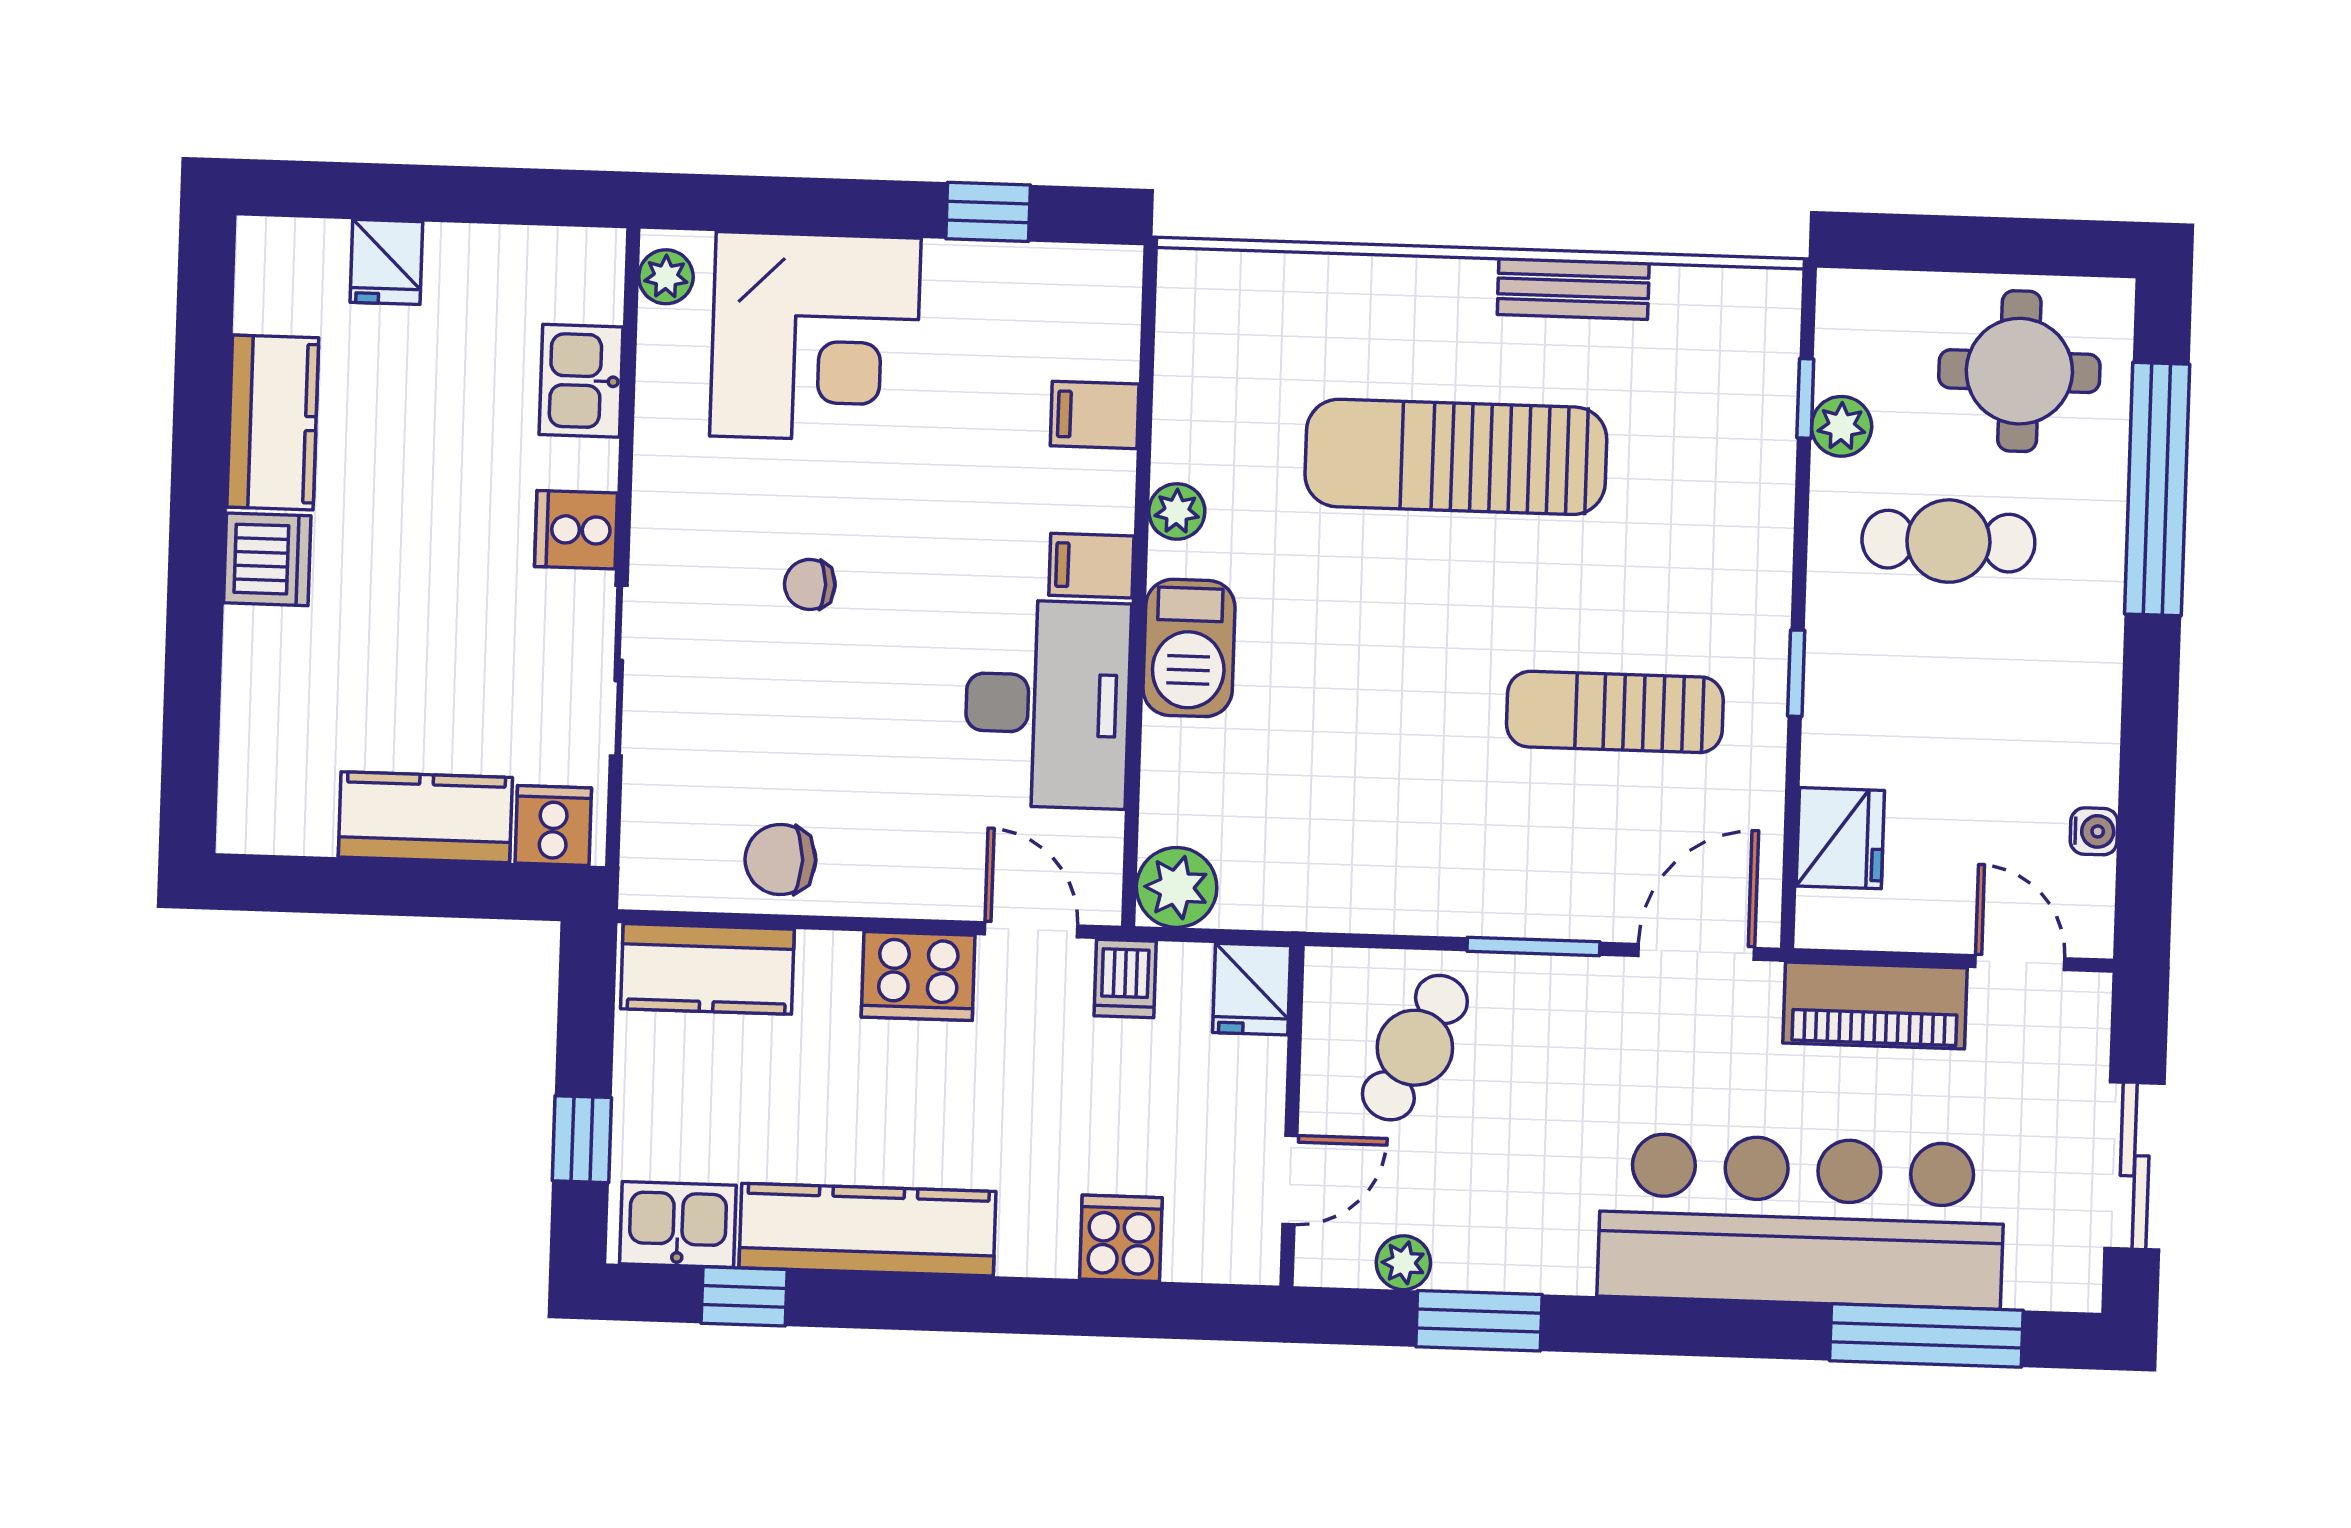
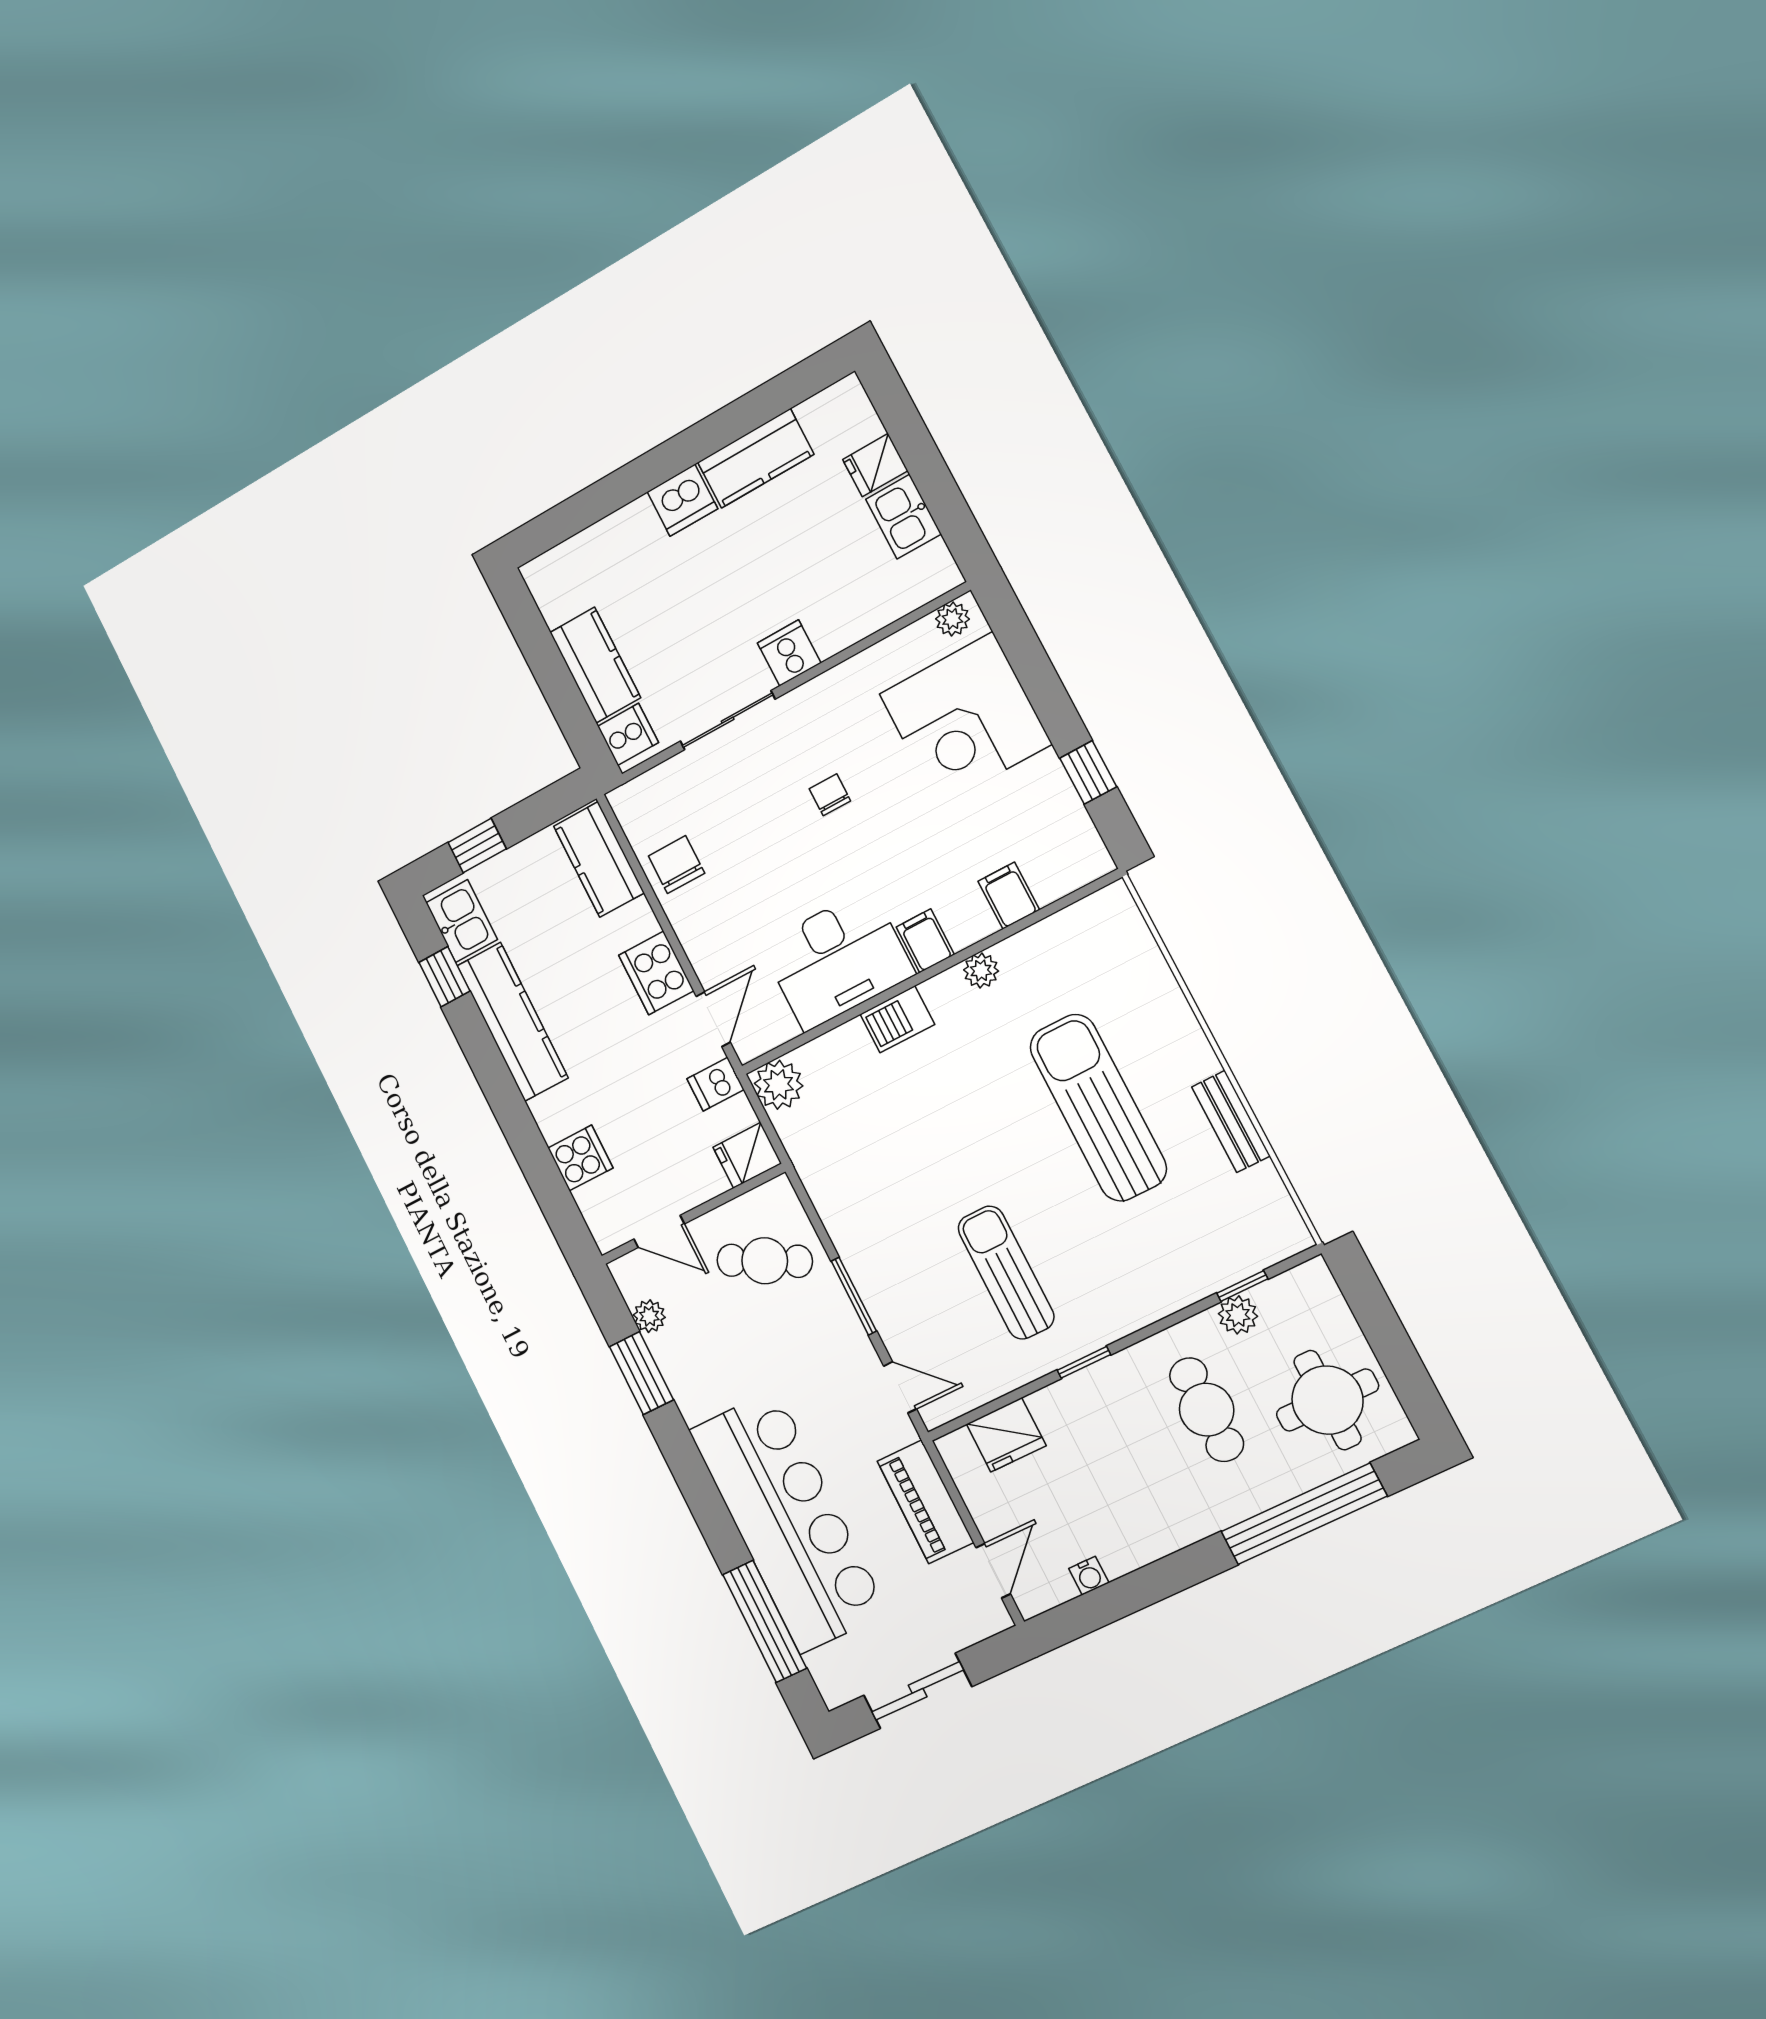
kitchen sink: (581, 381) -> (903, 517), moved, turned -90
barbecue: (1189, 648) -> (897, 1019), width x0.73, depth x0.79
door: (1696, 952) -> (900, 1387), width x0.73

